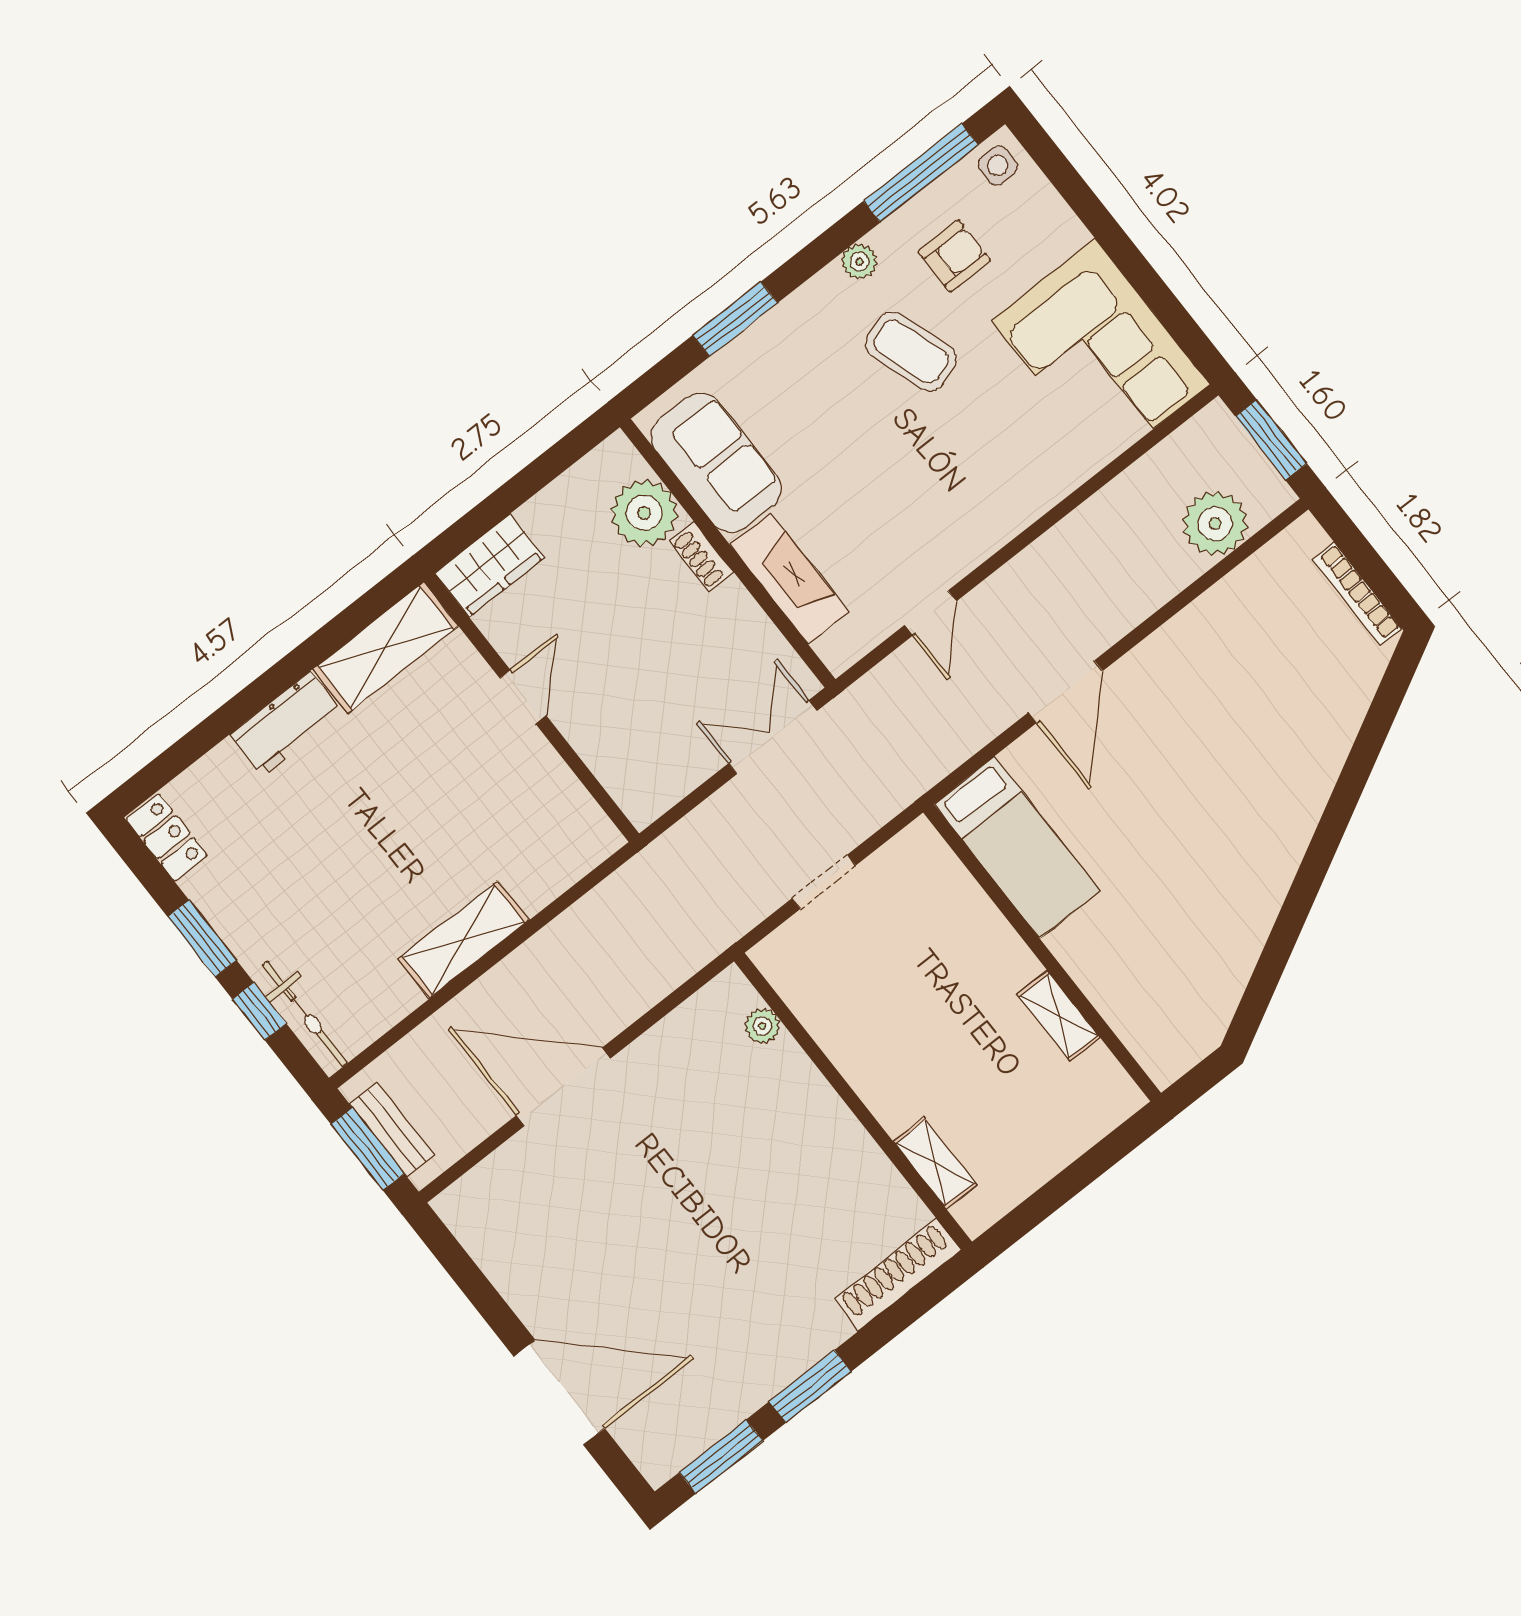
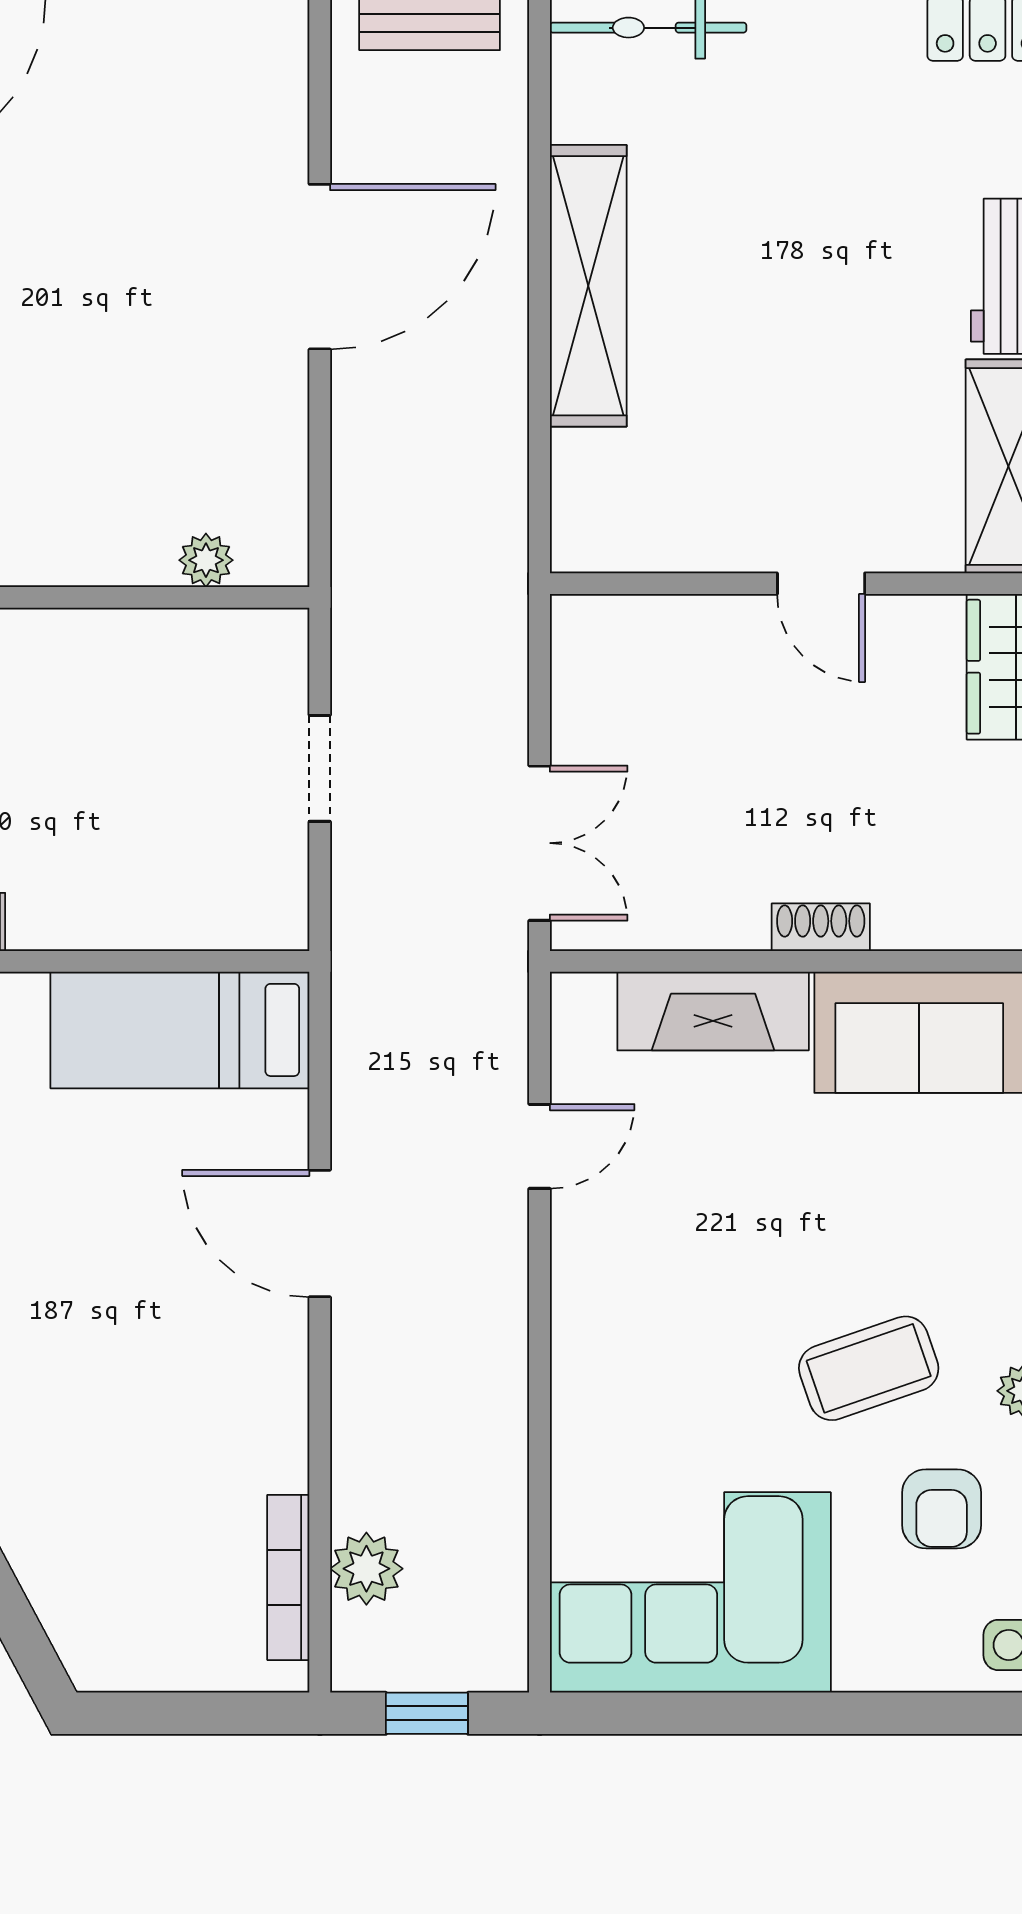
window: (1271, 440) -> (427, 1713), width x0.67
plant: (644, 513) -> (927, 900), removed
plant: (1215, 524) -> (366, 1569), width x0.73, depth x0.73
bookcase: (1357, 594) -> (288, 1577), moved, turned -90
door: (930, 613) -> (540, 1146), swing flipped
shelving: (463, 940) -> (588, 286), width x1.47

